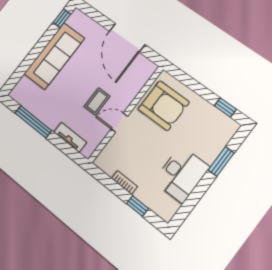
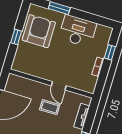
armchair: (164, 106) -> (39, 31), moved
window: (225, 107) -> (16, 37), moved

